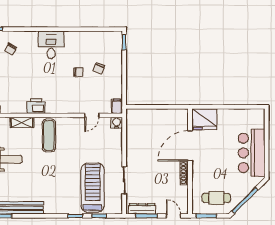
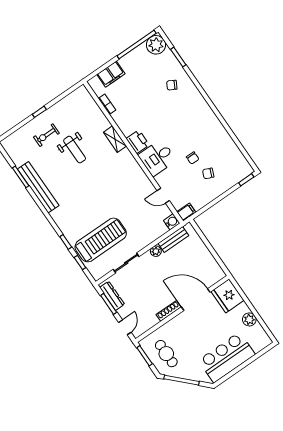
desk: (51, 45) -> (157, 158), moved, turned 180
plant: (234, 115) -> (249, 319), added
bench: (131, 131) -> (173, 239), added
exercise mat: (49, 135) -> (120, 170), removed
plant: (131, 151) -> (156, 251), added

